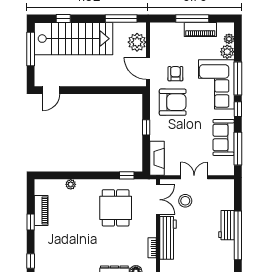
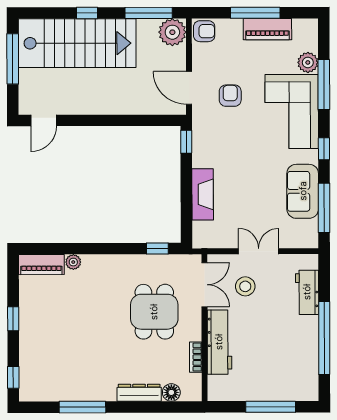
window: (63, 18) -> (87, 13), moved
plant: (229, 39) -> (311, 43), removed
plant: (137, 42) -> (172, 32), moved
window: (238, 78) -> (324, 84), moved
armchair: (173, 102) -> (204, 31), moved, width x0.53, depth x0.53
window: (146, 127) -> (186, 142), moved
fireplace: (157, 158) -> (203, 194), moved
dining table: (116, 208) -> (154, 312), moved
piano: (41, 210) -> (41, 265), moved, turned 90
workbench: (226, 225) -> (307, 292), moved

